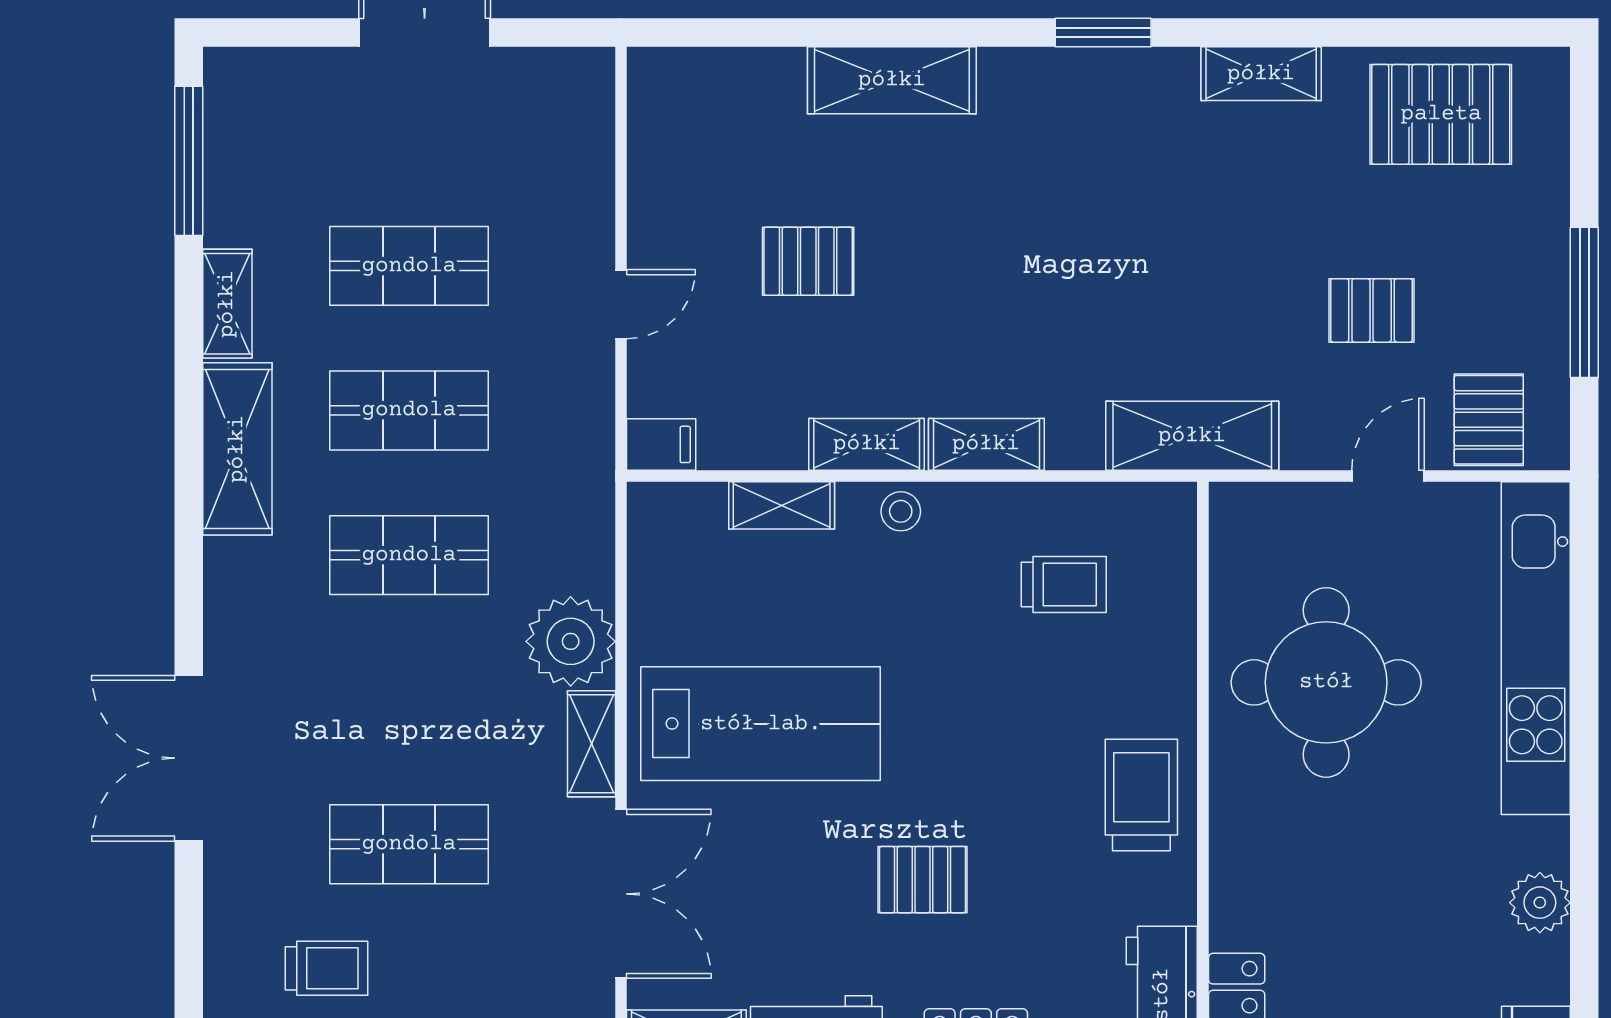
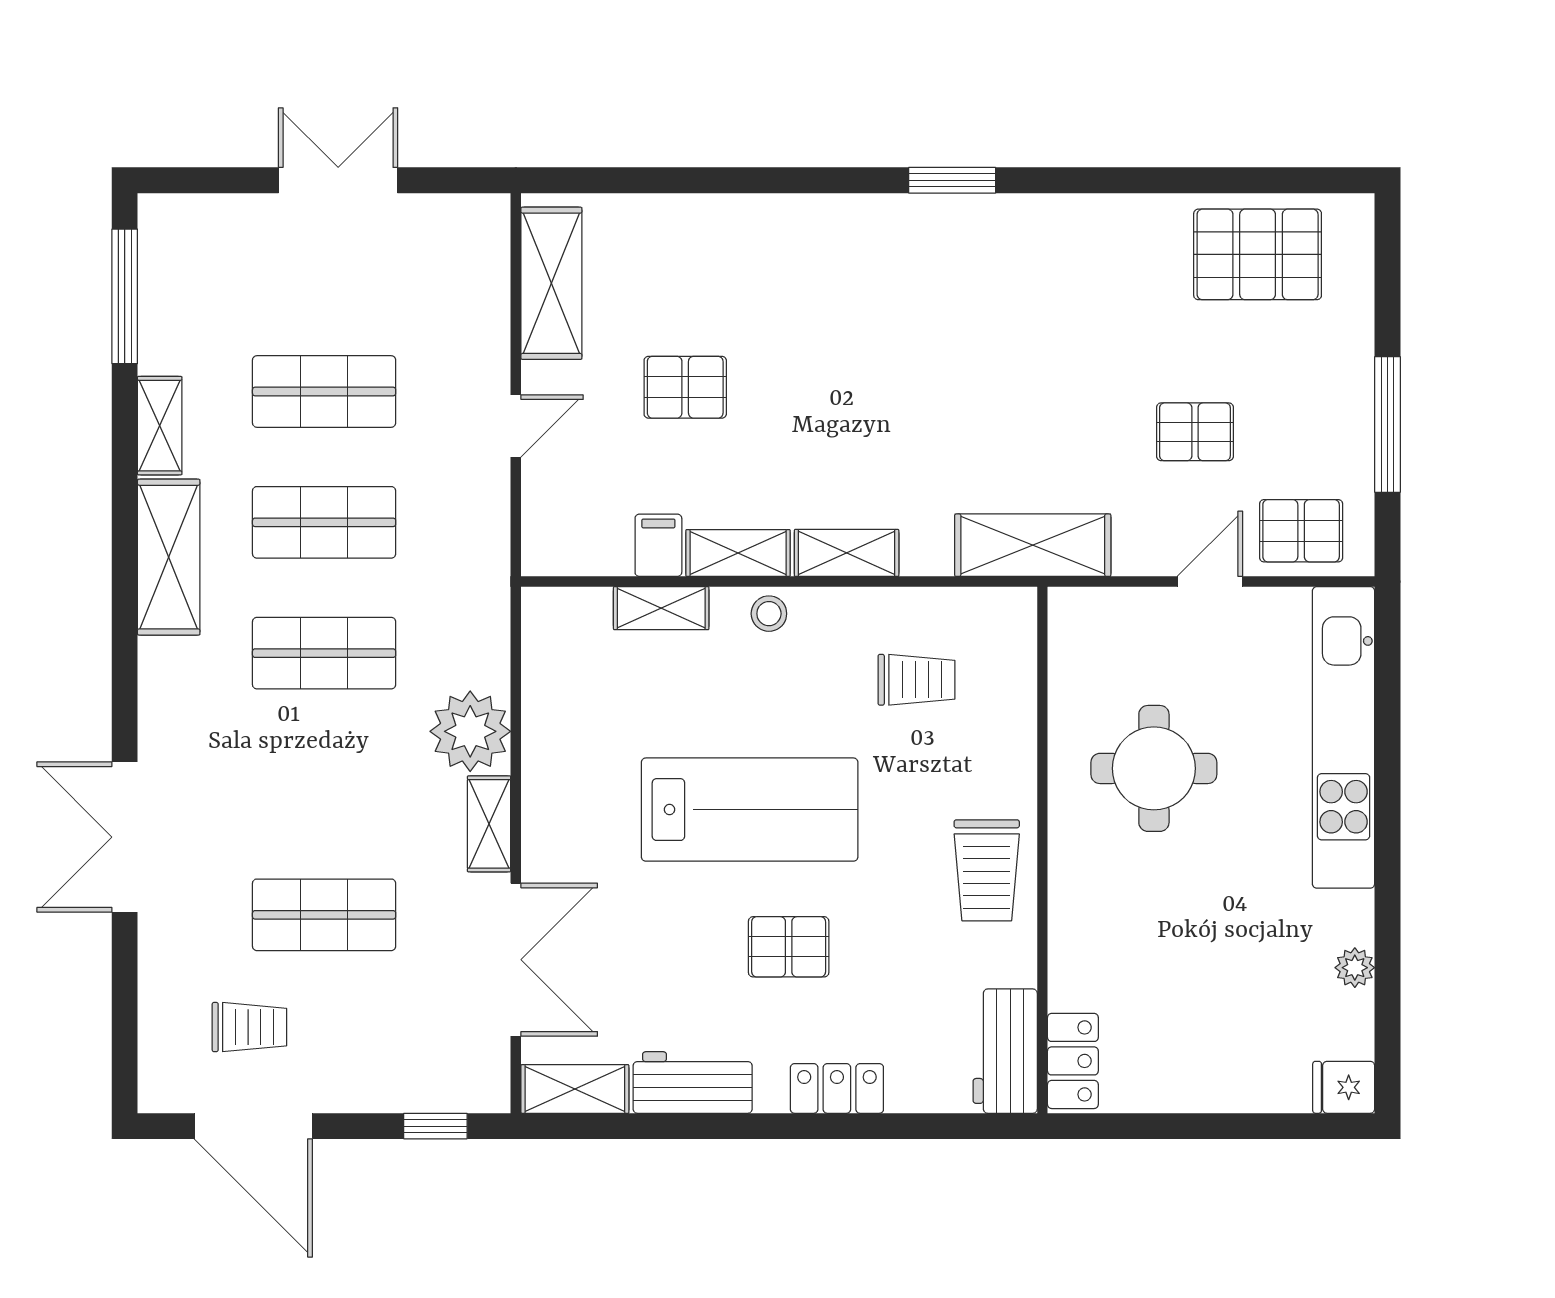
shelving: (1261, 74) -> (1095, 217), removed
shelving: (892, 80) -> (551, 283), moved, turned 90
pallet: (1489, 420) -> (1301, 531), turned 90
filing cabinet: (661, 444) -> (658, 545), moved, turned -90
round table: (1326, 682) -> (1154, 768), width x0.73, depth x0.73
lab bench: (761, 724) -> (750, 810), moved
trolley: (1141, 795) -> (987, 870), turned 180
plant: (1540, 903) -> (1355, 968), width x0.73, depth x0.73

